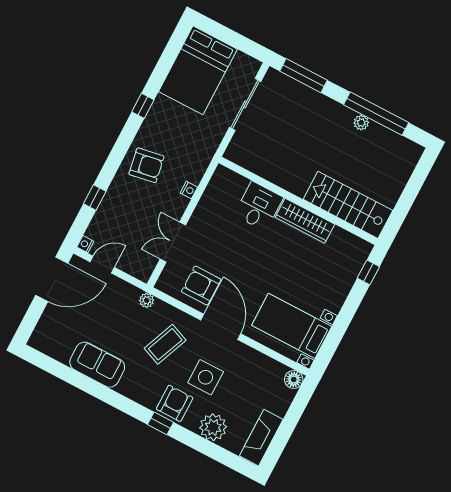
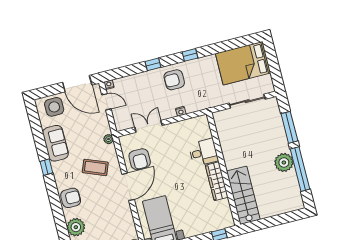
window: (304, 76) -> (289, 127), moved
window: (143, 106) -> (190, 55), moved
plant: (361, 123) -> (284, 162), width x1.87, depth x1.87
armchair: (146, 165) -> (174, 80), turned 100
window: (95, 198) -> (153, 64), moved
armchair: (201, 286) -> (140, 159), turned 180
side table: (206, 377) -> (54, 107), moved
window: (161, 423) -> (46, 167), moved

